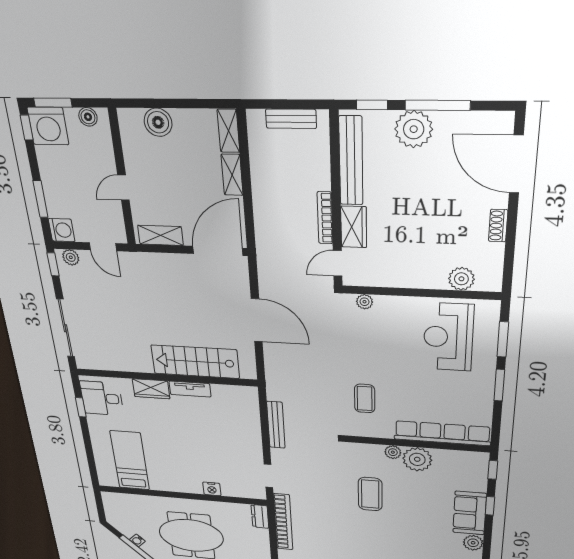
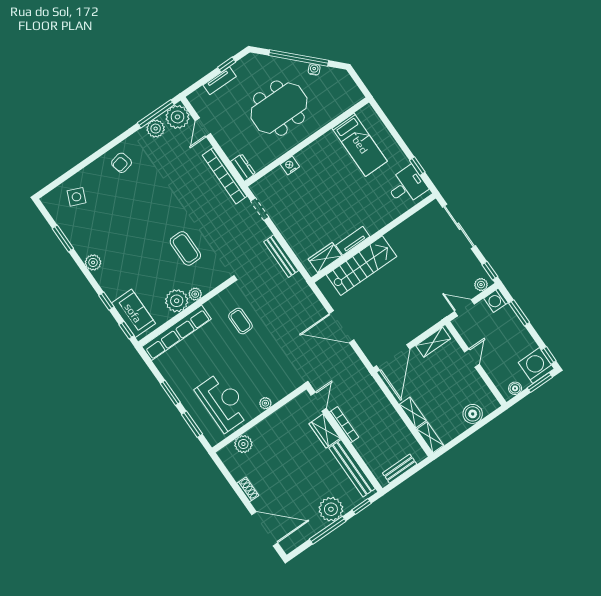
plant: (364, 302) -> (265, 403), moved
wardrobe: (151, 389) -> (325, 258), moved
sofa: (470, 513) -> (133, 313), moved

